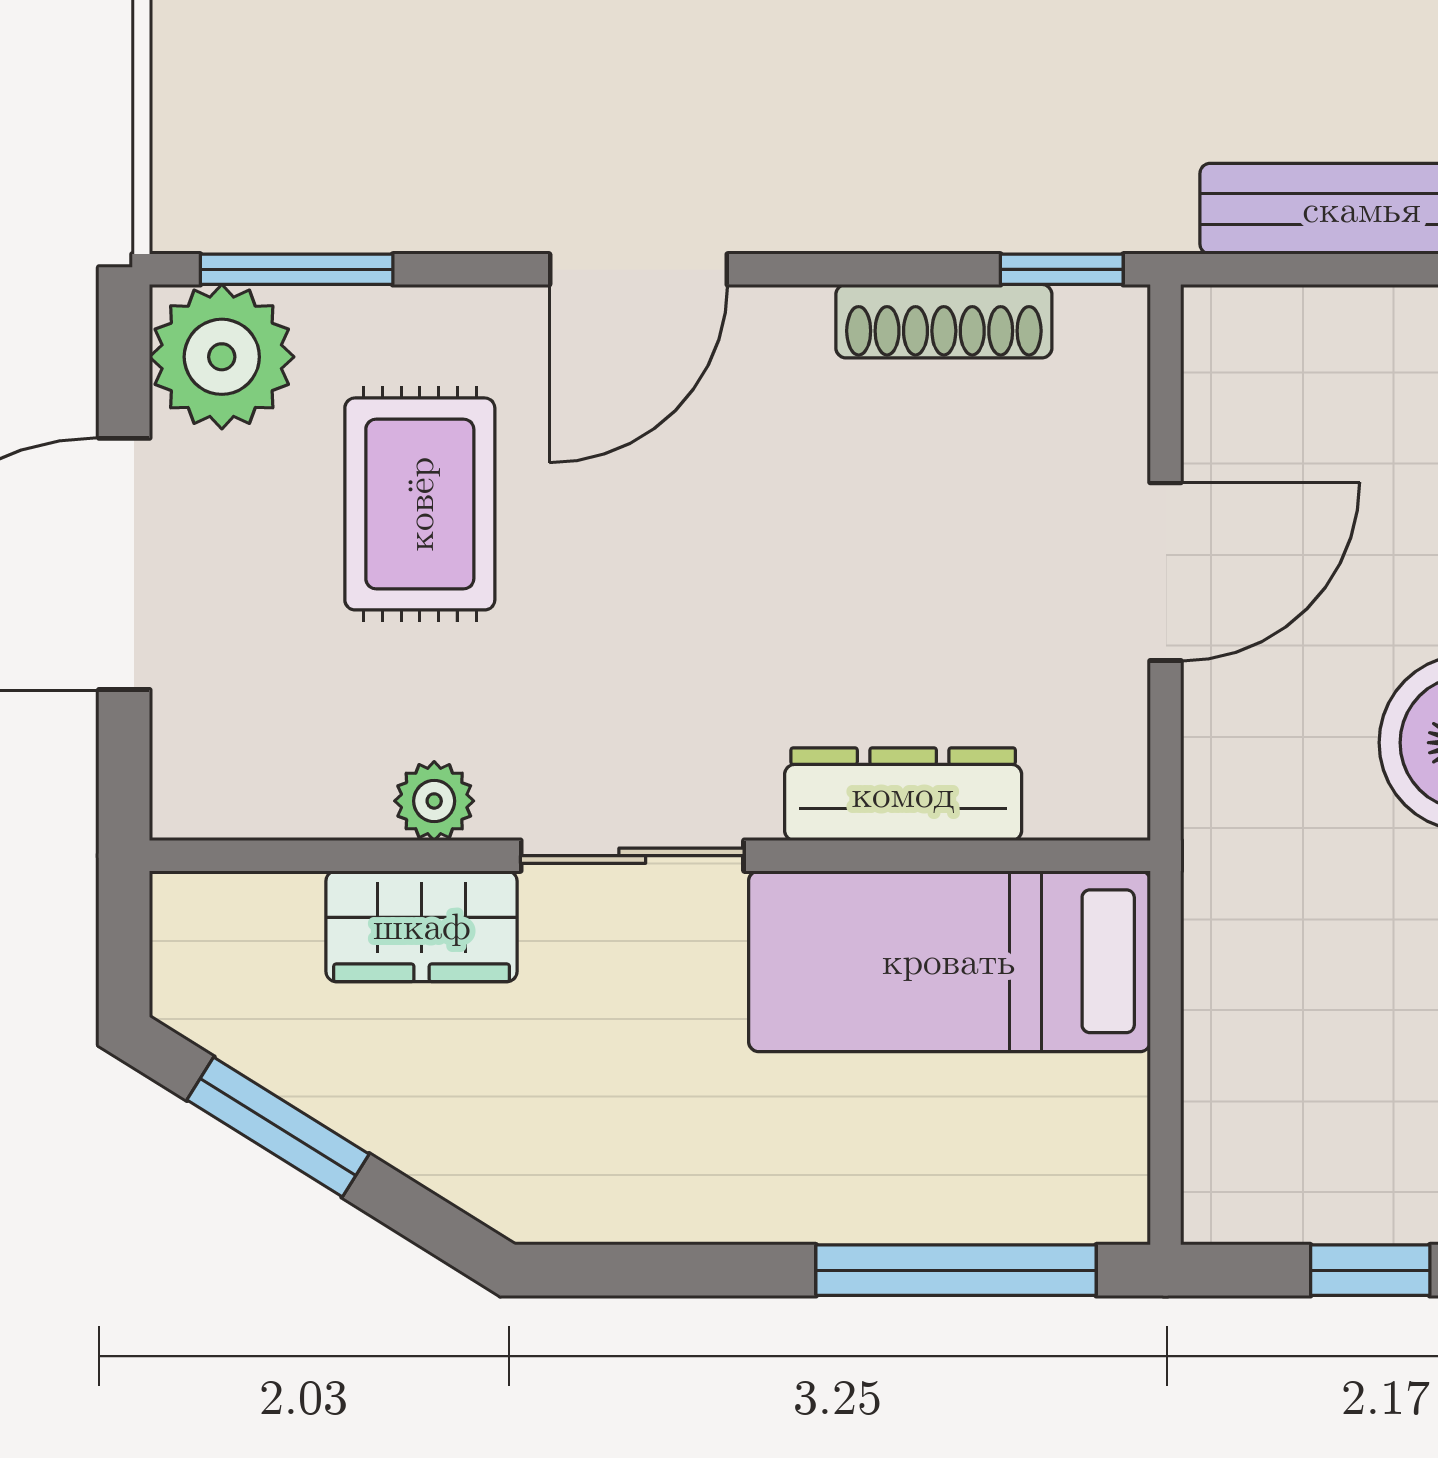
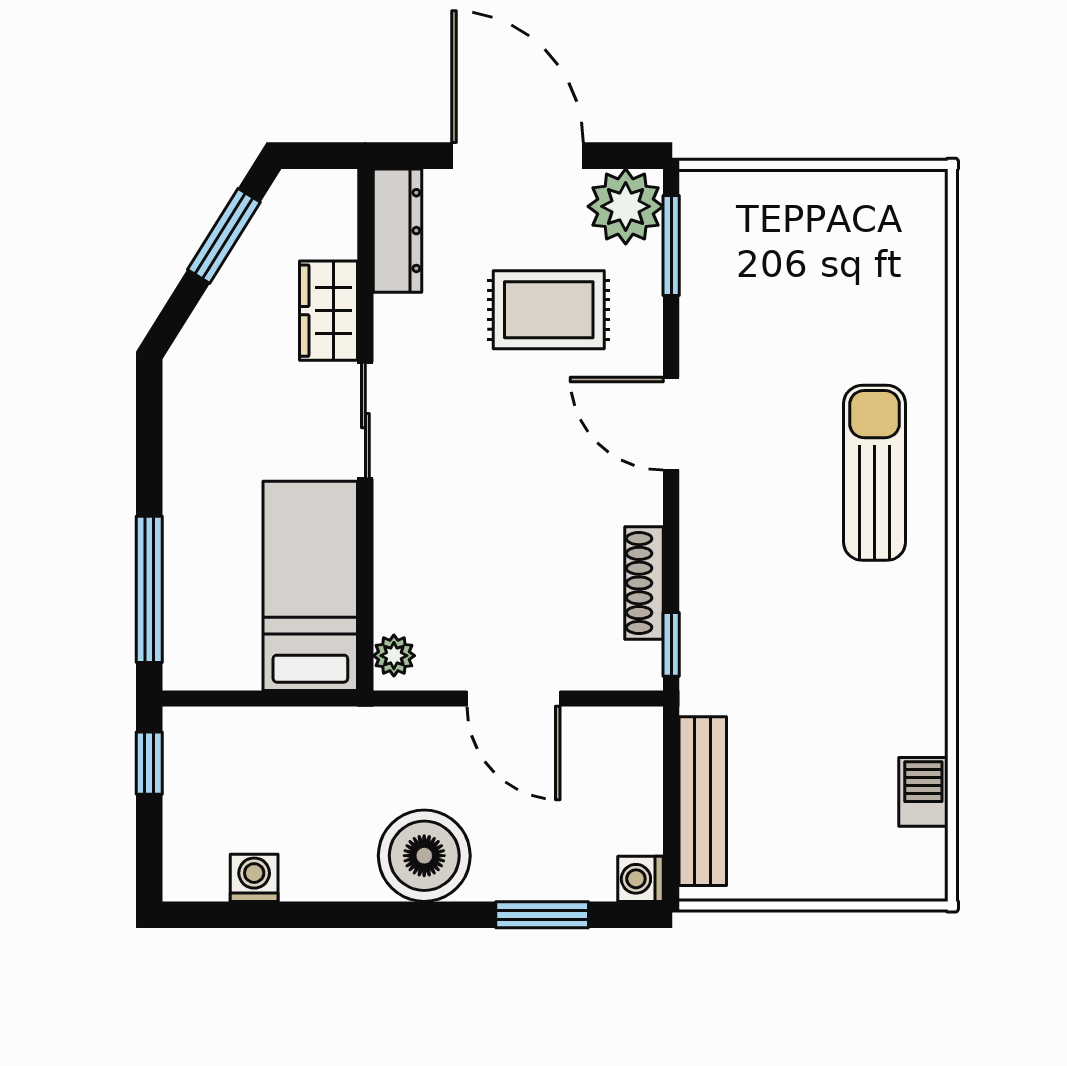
dresser: (903, 794) -> (397, 231), moved
plant: (434, 801) -> (394, 656), moved
window: (1370, 1270) -> (149, 763), moved

